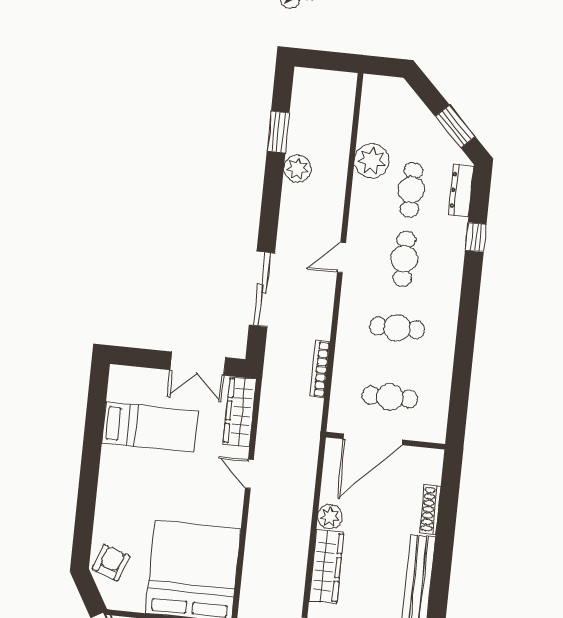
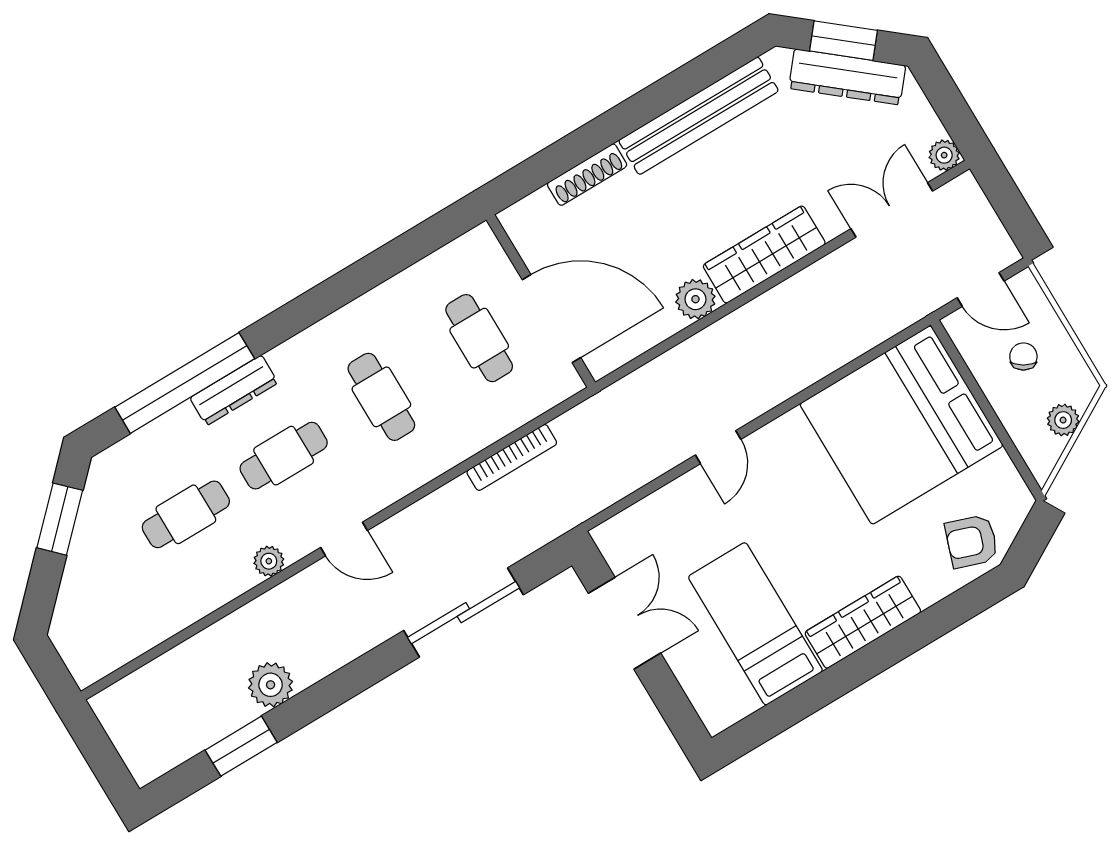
plant: (372, 161) -> (269, 561), moved, width x0.53, depth x0.53
dresser: (461, 191) -> (234, 390), moved
window: (476, 237) -> (185, 383), width x3.17
wardrobe: (240, 411) -> (863, 622), moved, turned 180

